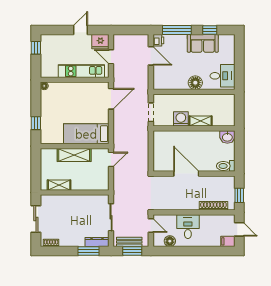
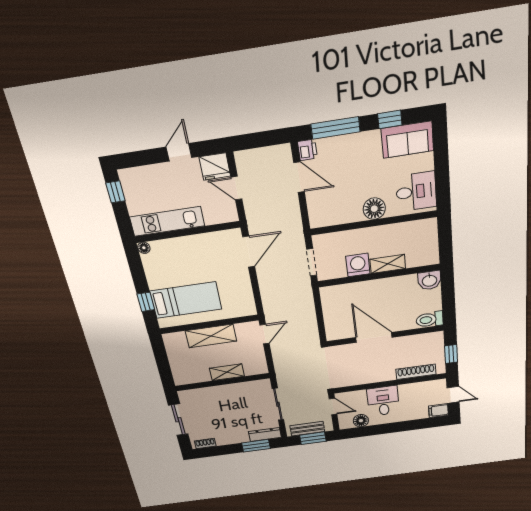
sofa: (203, 43) -> (407, 140), moved
kitchen unit: (81, 71) -> (167, 221), moved
bed: (86, 134) -> (186, 300), moved, turned 180
shelving: (59, 185) -> (227, 372), moved

